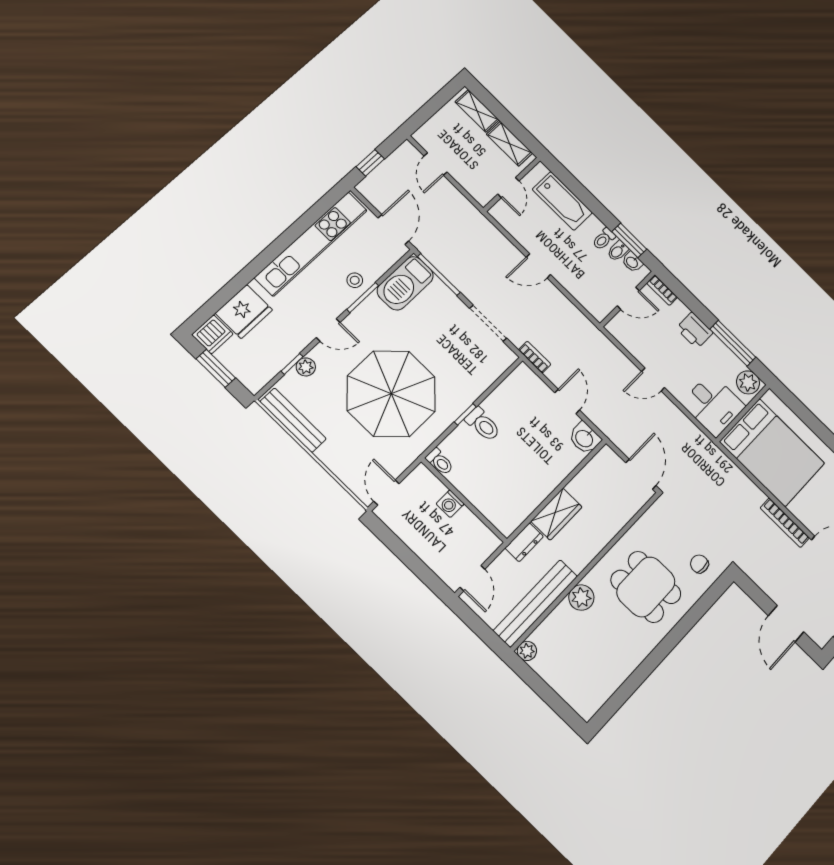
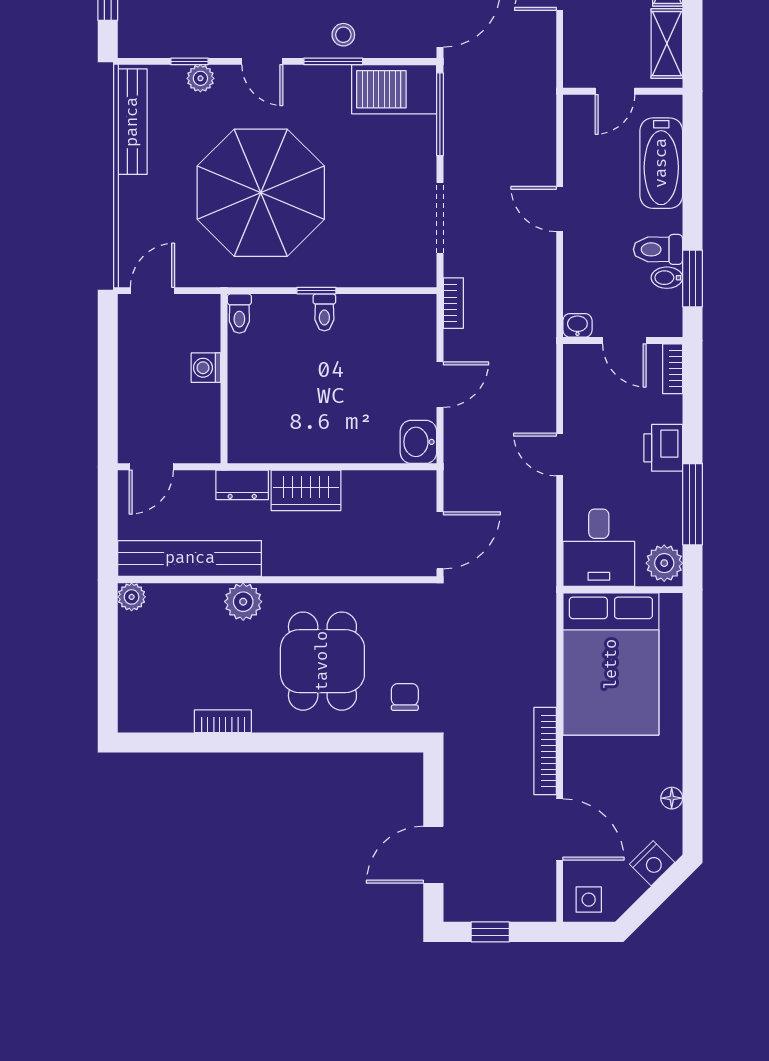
toilet: (604, 239) -> (658, 249), width x1.37, depth x1.39
washbasin: (632, 262) -> (577, 325), moved, turned 90
toilet: (483, 424) -> (324, 312), width x0.73, depth x0.72
bookcase: (630, 665) -> (223, 721), added

